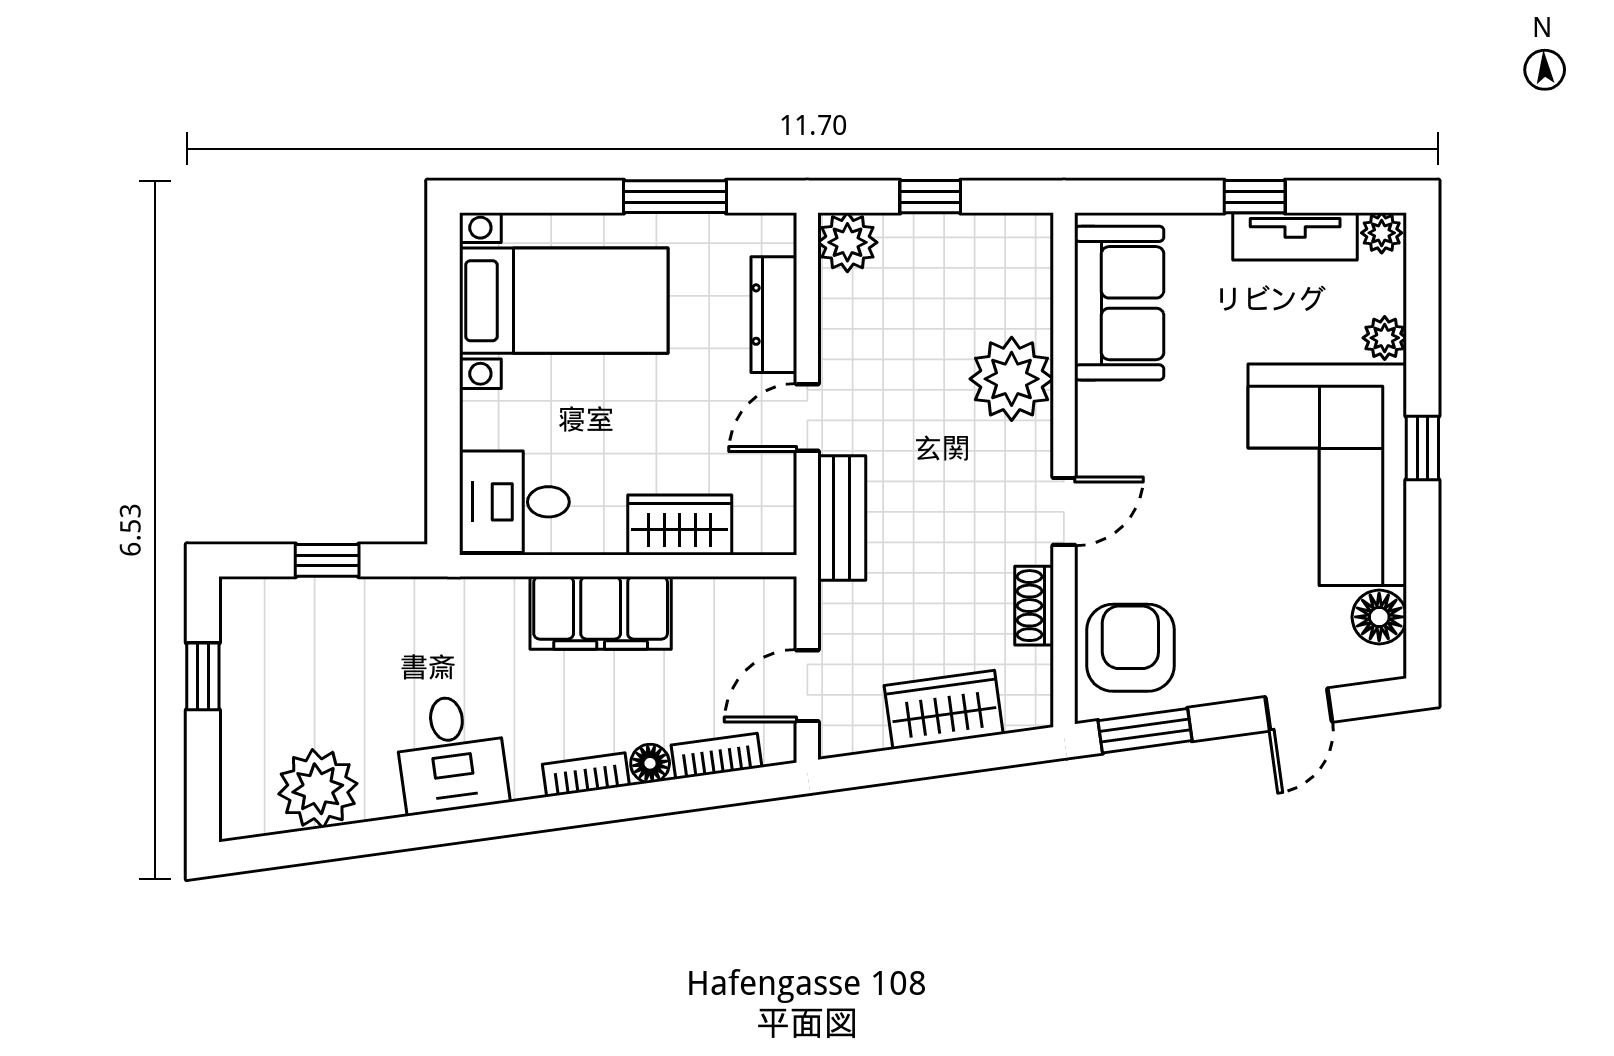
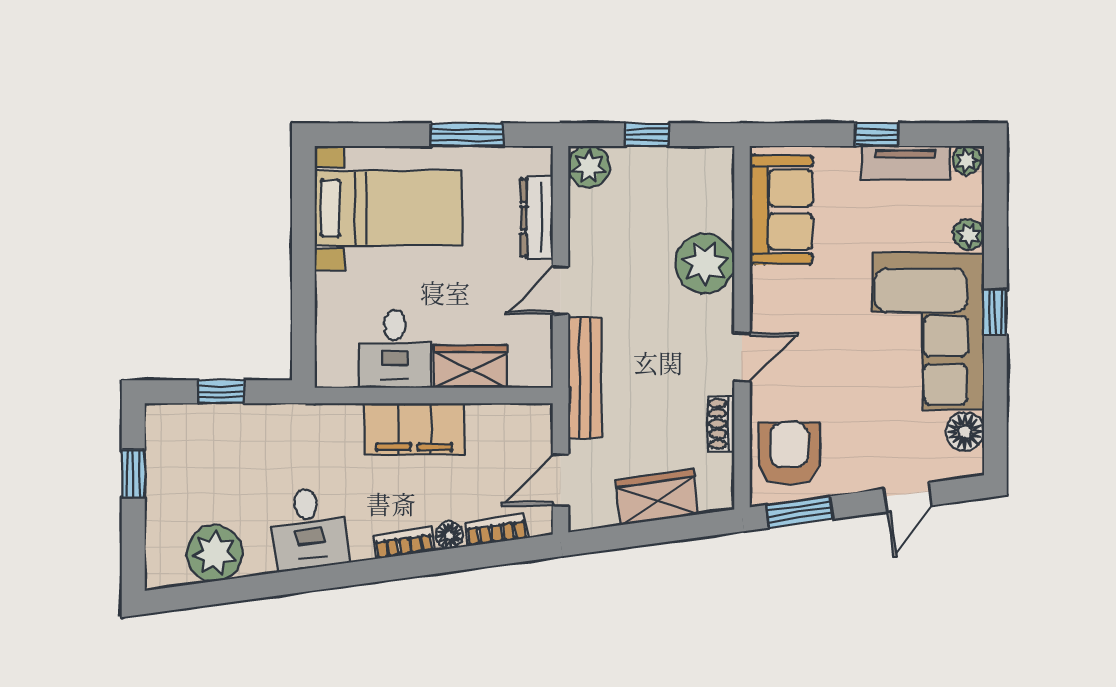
desk: (514, 502) -> (395, 349), moved, turned -90
bench: (842, 518) -> (585, 378), width x1.36

